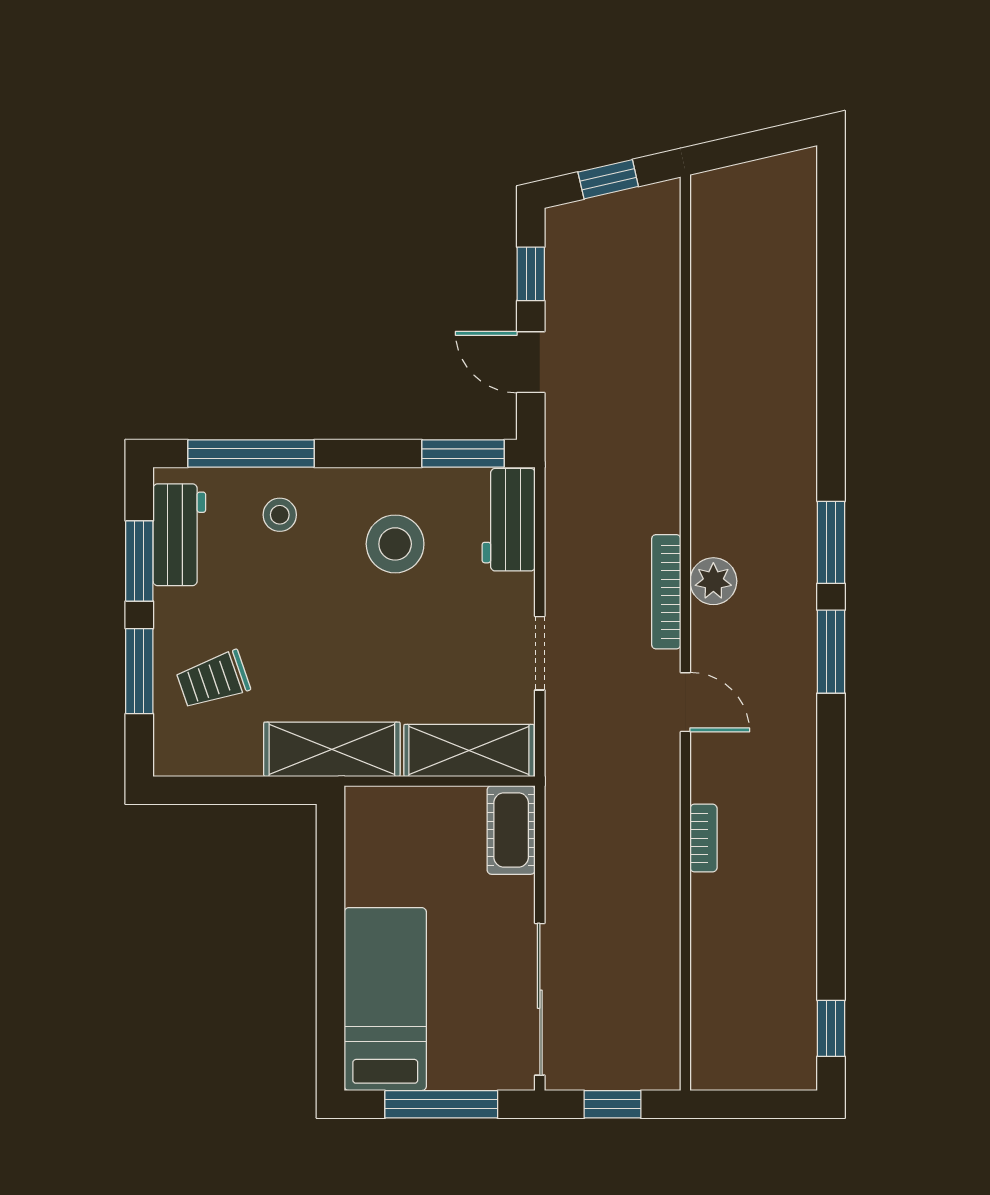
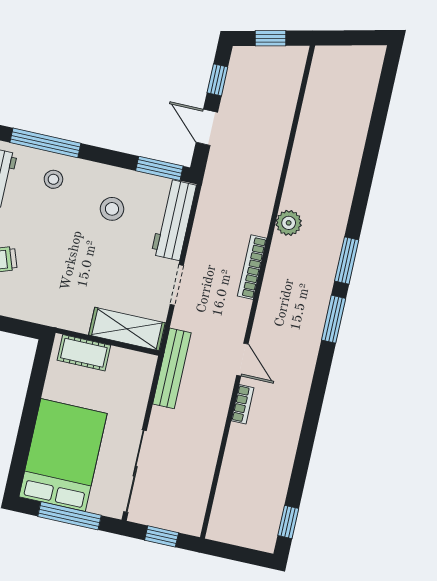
workbench: (509, 520) -> (174, 220), width x1.38
stool: (395, 544) -> (112, 209), width x0.73, depth x0.73
plant: (713, 581) -> (289, 223), moved
door: (685, 702) -> (242, 360), moved
shelving: (332, 749) -> (53, 312), removed
bench: (564, 803) -> (172, 368), added
cot: (511, 830) -> (84, 353), moved, turned 90
bed: (385, 999) -> (63, 455), width x1.50

